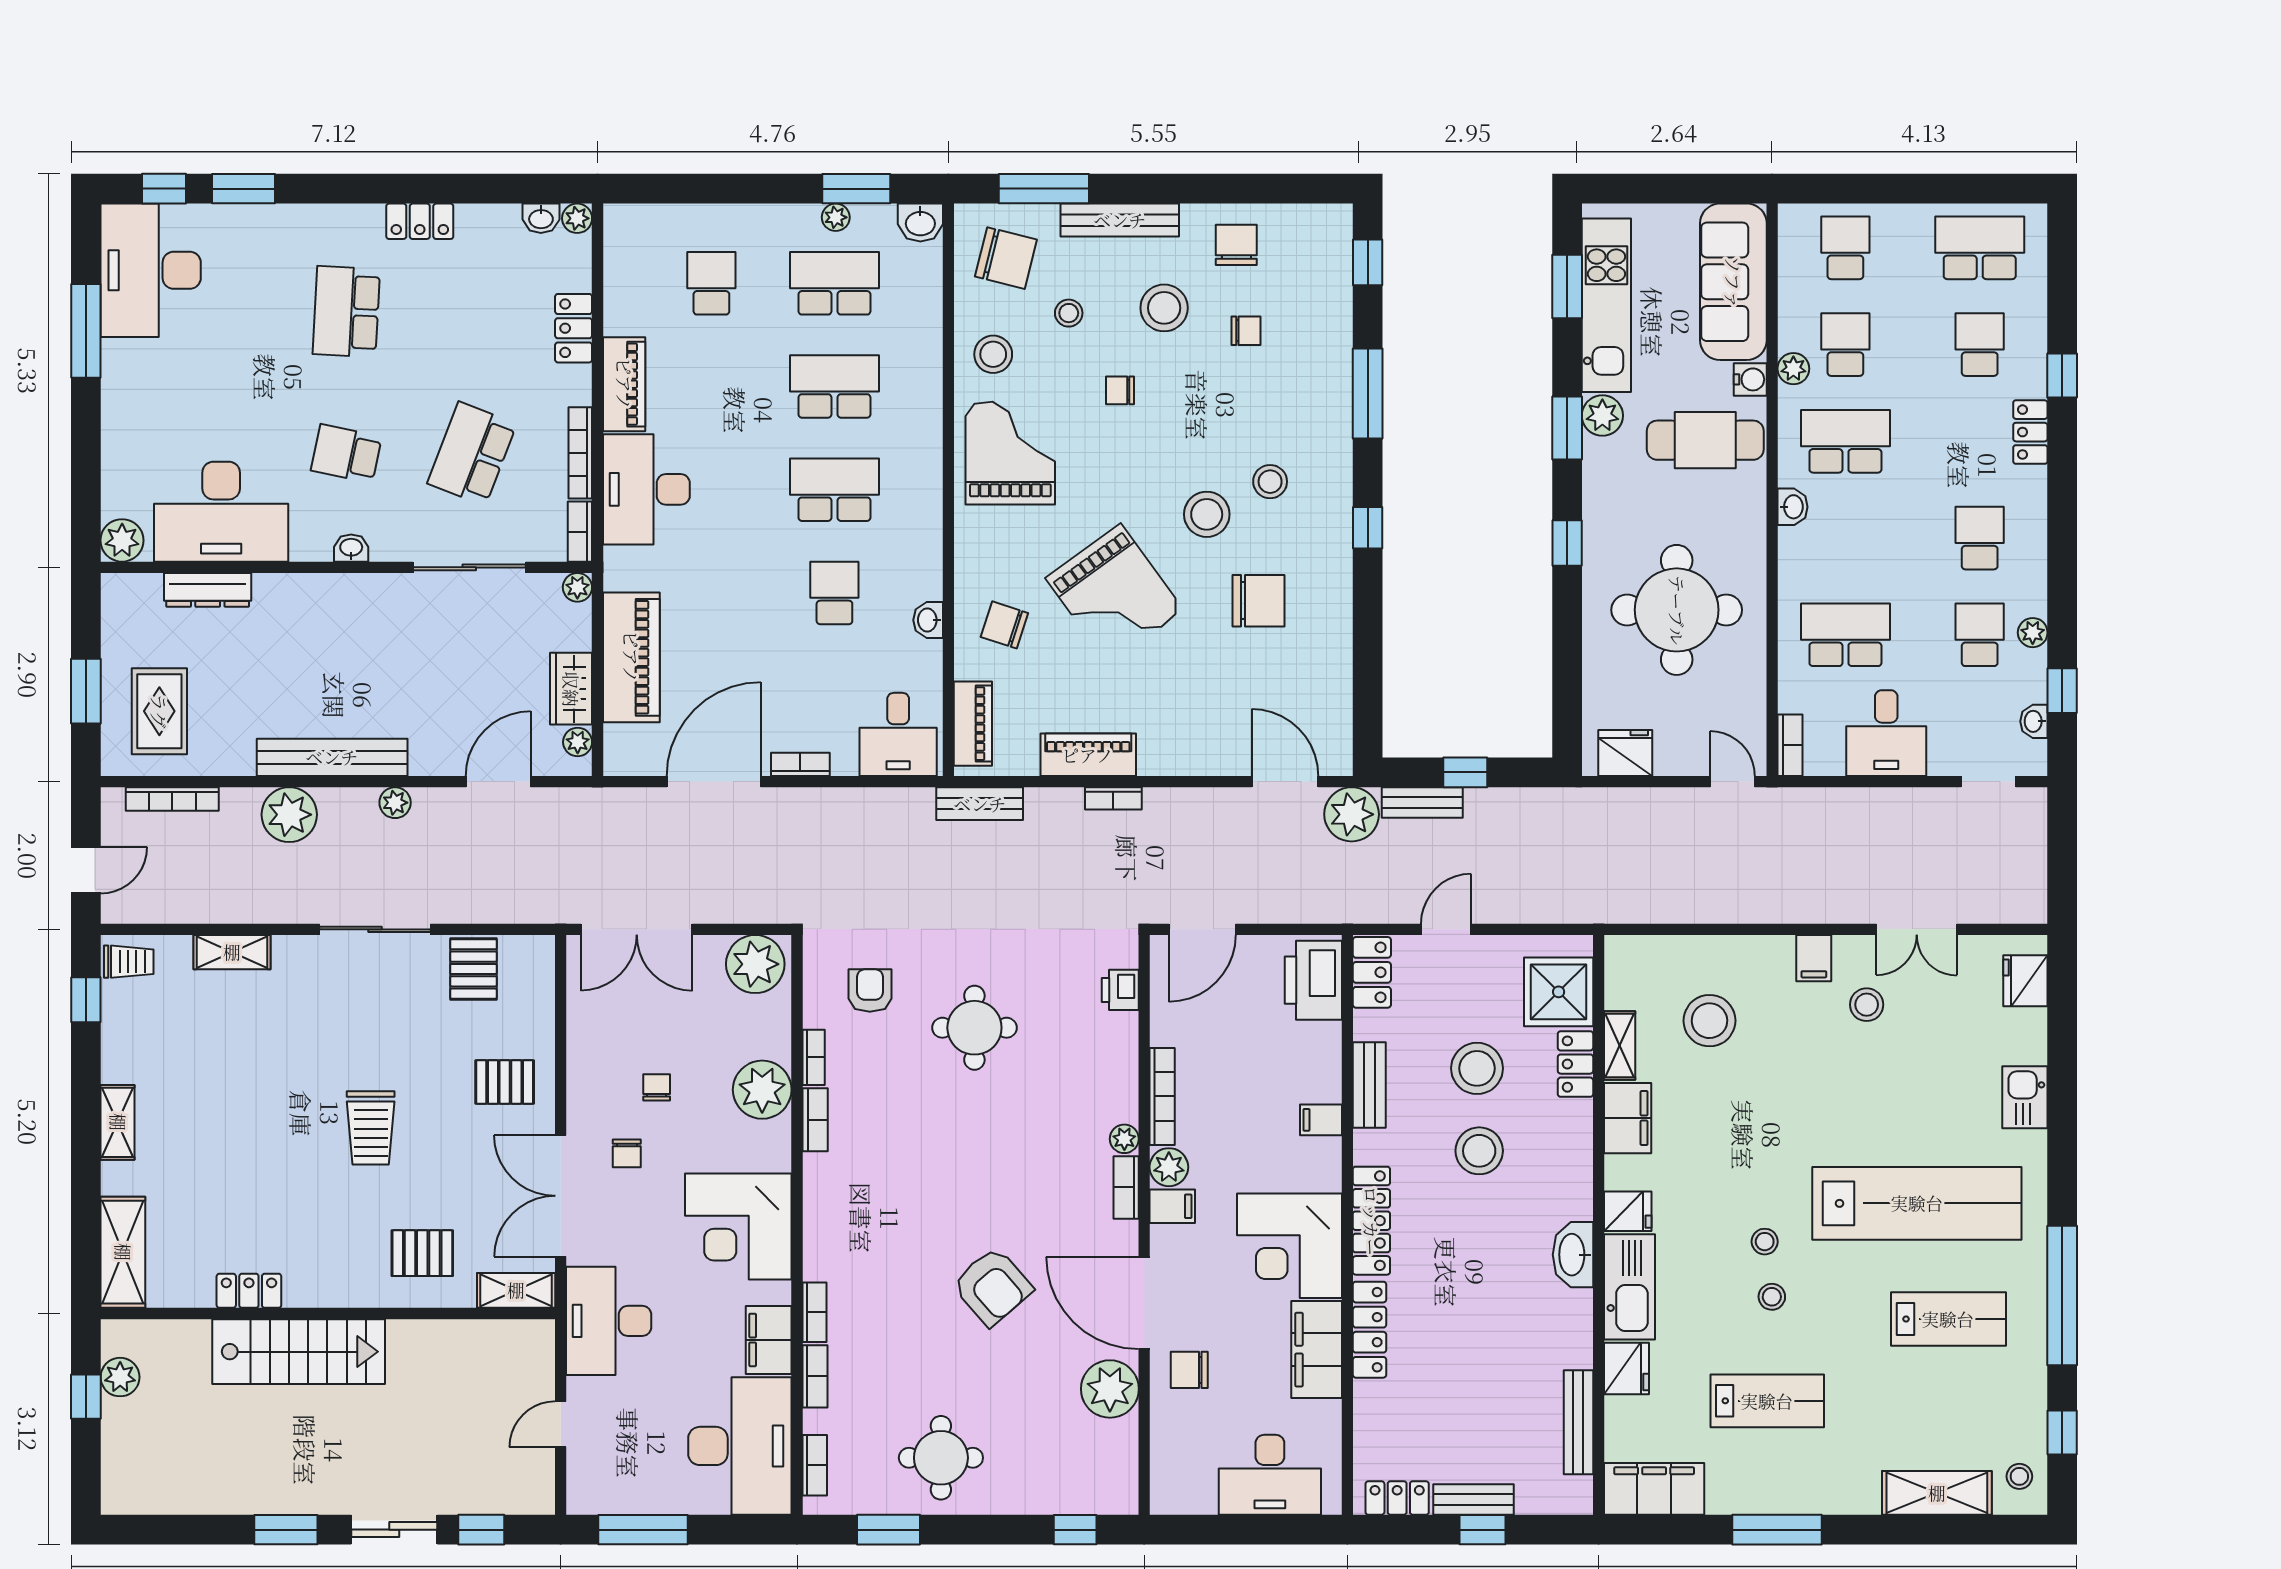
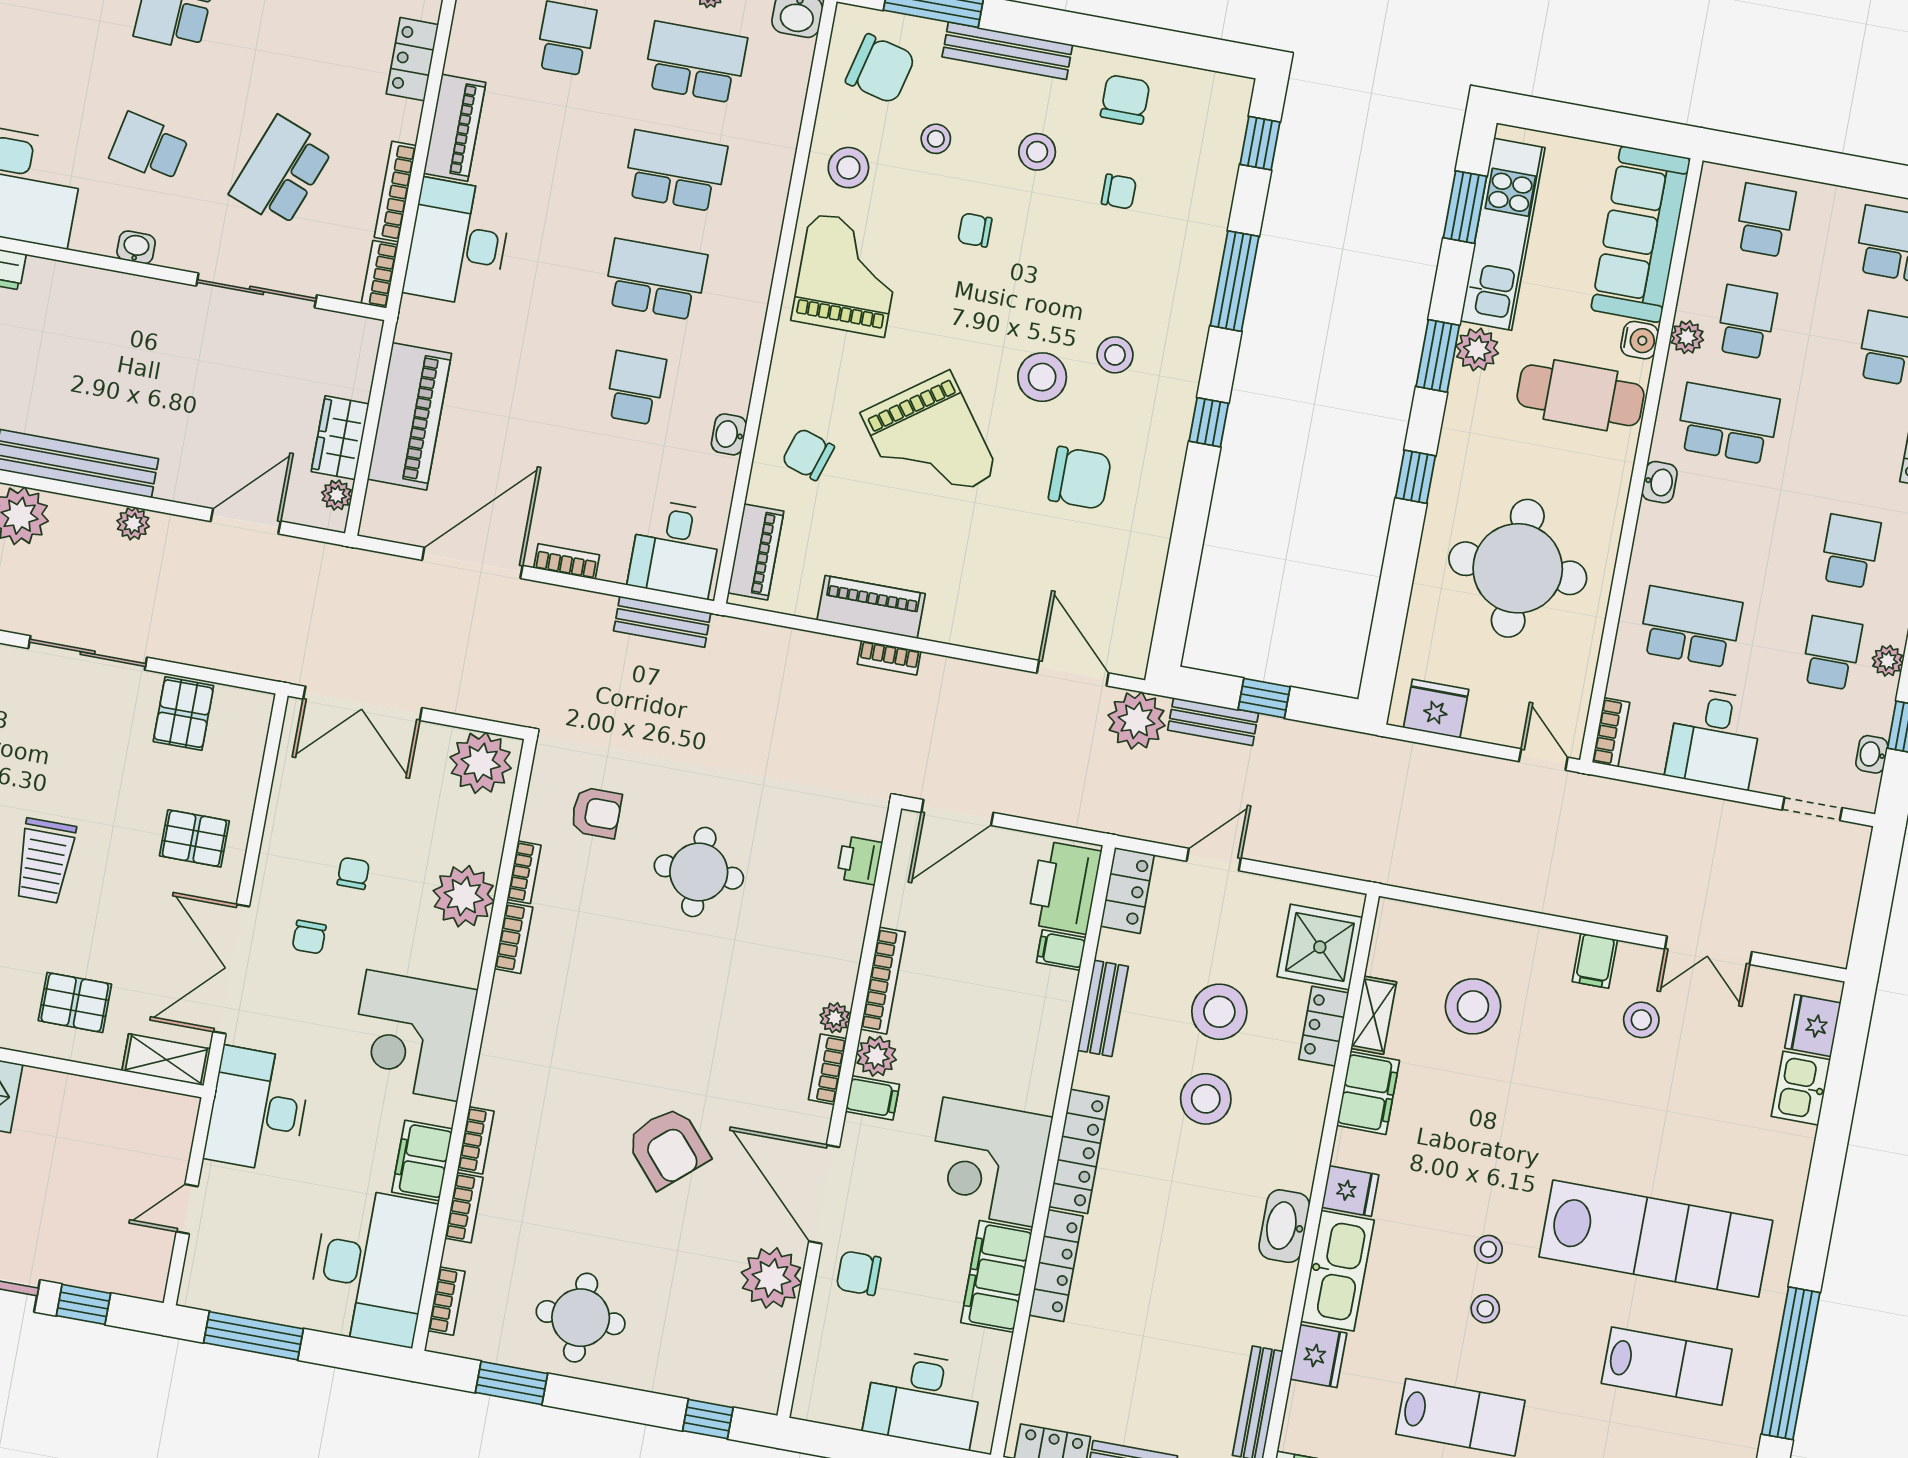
stool: (1164, 308) -> (1037, 152), width x0.73, depth x0.73
plant: (577, 587) -> (366, 332), removed
bench: (980, 804) -> (662, 622), moved
armchair: (870, 990) -> (596, 813), turned 90
kitchen sink: (2025, 1097) -> (1801, 1088), moved
filing cabinet: (1321, 1120) -> (1061, 950), moved

